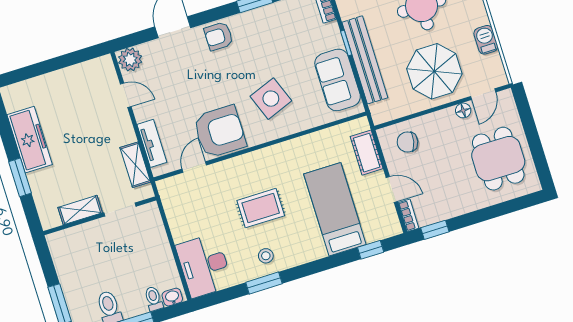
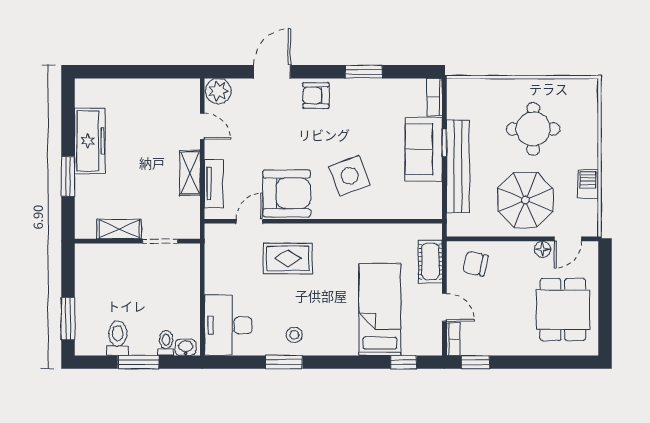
sofa: (338, 80) -> (424, 149), moved
shelving: (135, 165) -> (190, 173), moved
rug: (261, 208) -> (288, 258), moved

